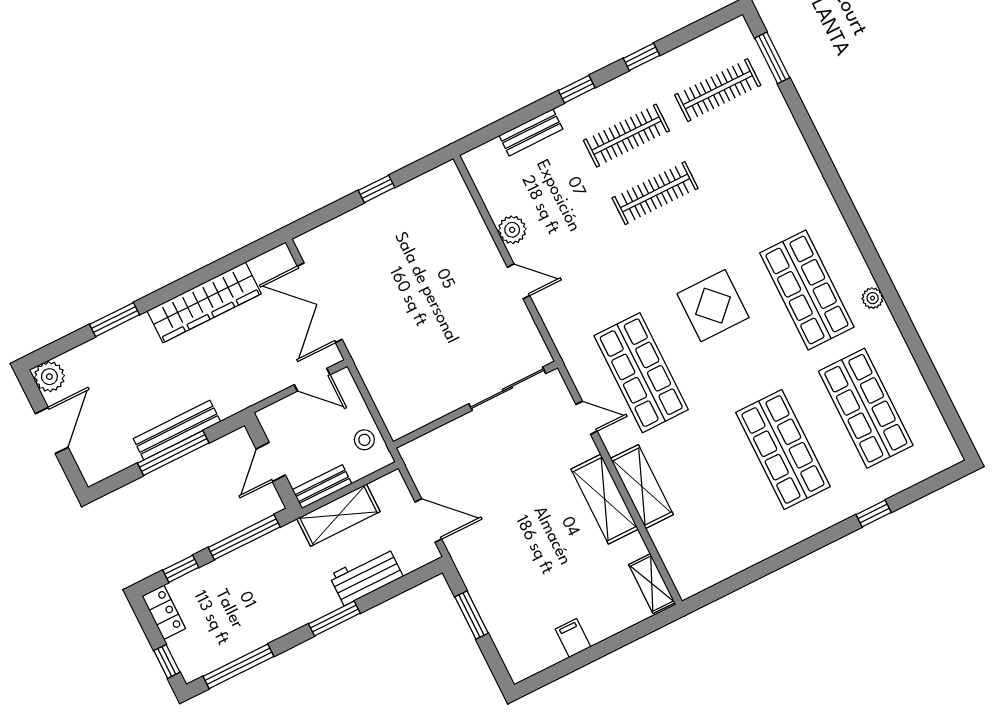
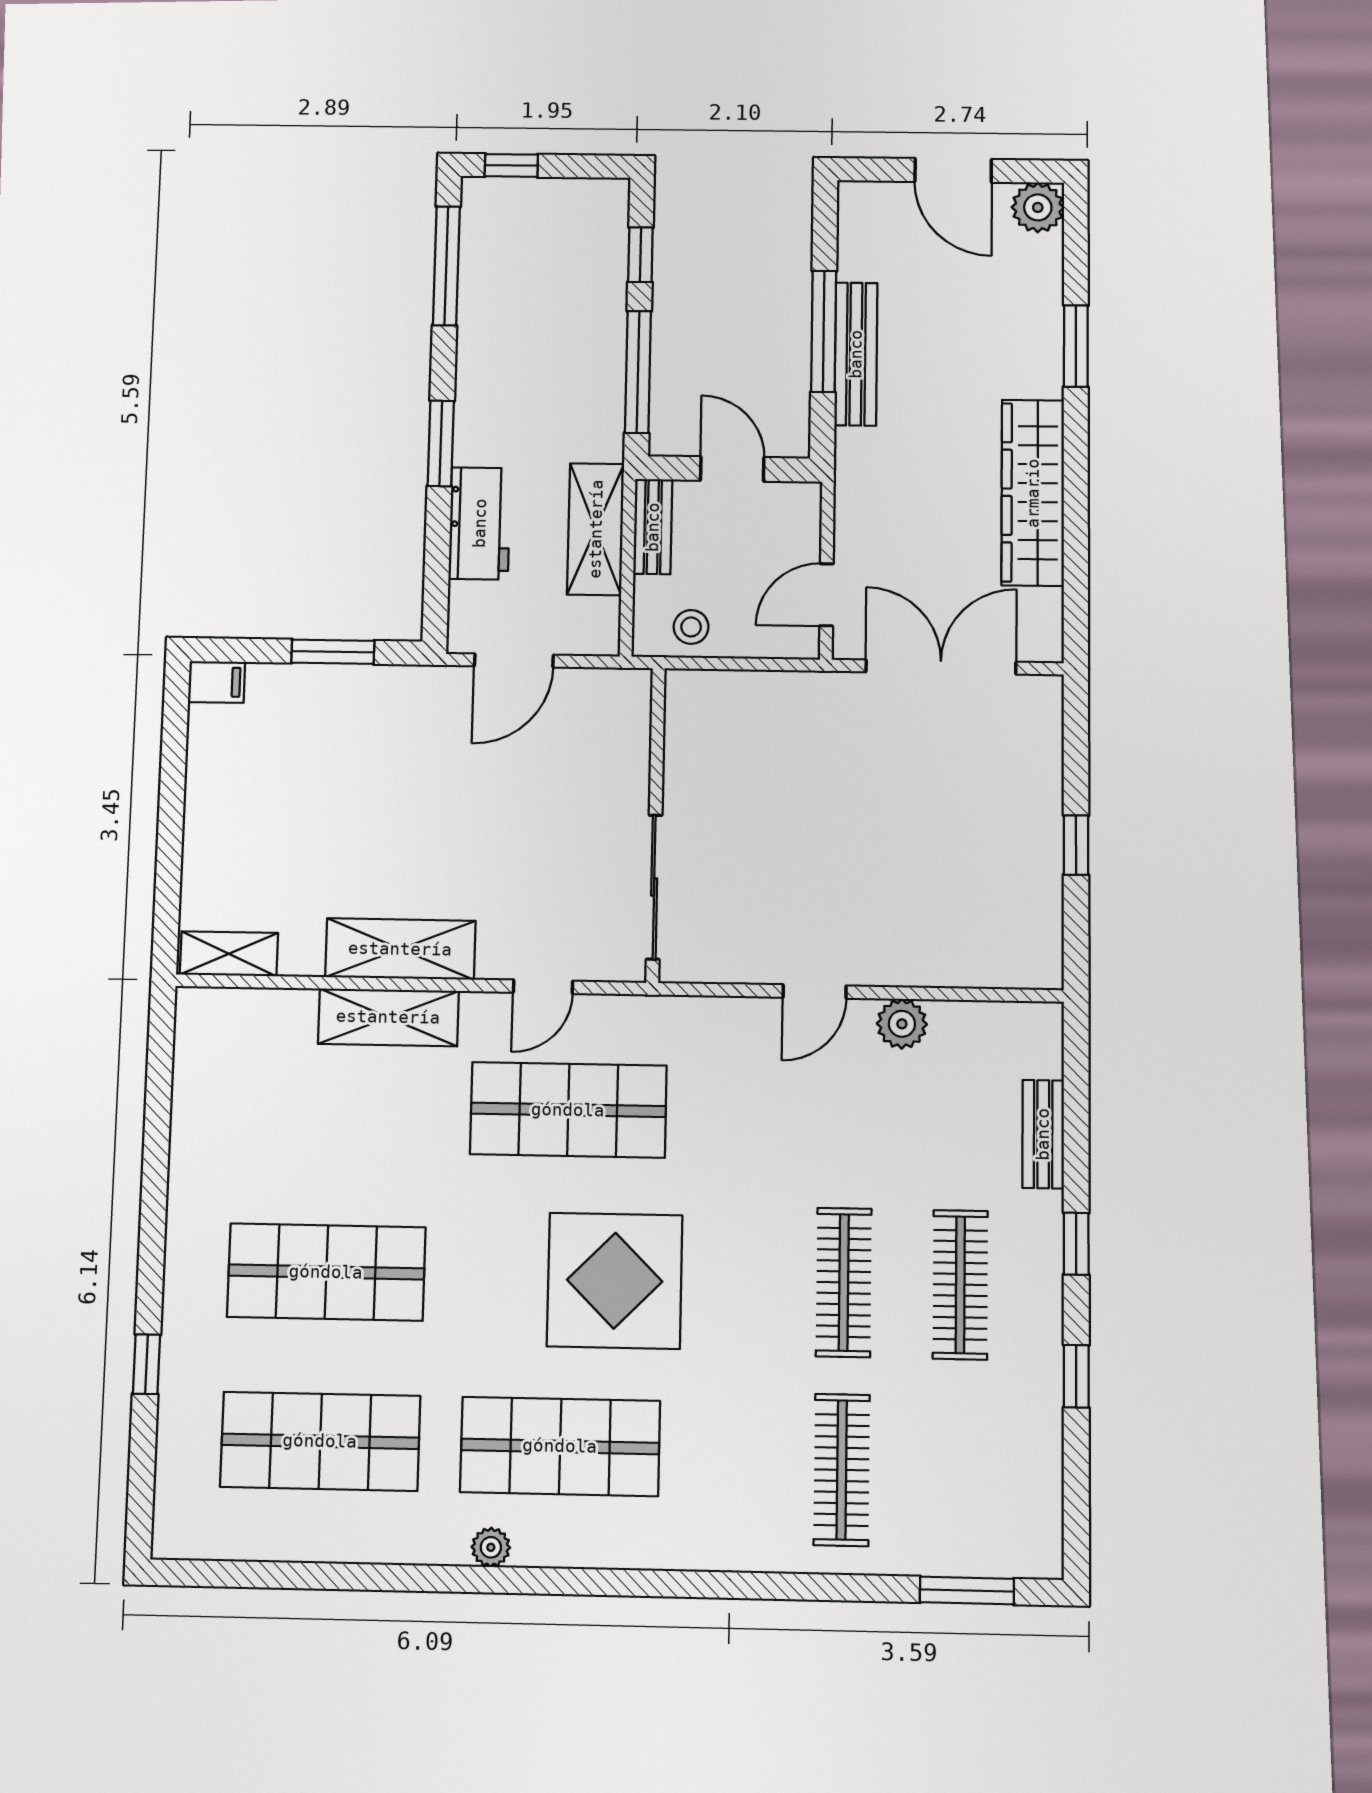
clothes rail: (718, 90) -> (842, 1470), moved
display table: (713, 306) -> (615, 1281), width x1.36, depth x1.36
locker: (164, 612) -> (588, 198), removed
filing cabinet: (573, 638) -> (217, 682), moved

